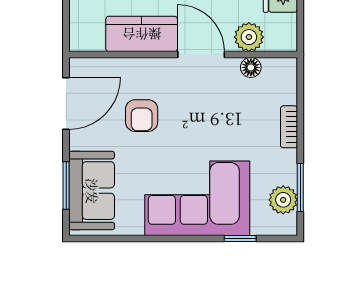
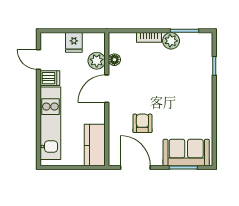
kitchen counter: (142, 34) -> (95, 145), moved
armchair: (142, 116) -> (142, 123), turned -90
corner sofa: (197, 198) -> (191, 91), removed
plant: (283, 200) -> (171, 41), moved

